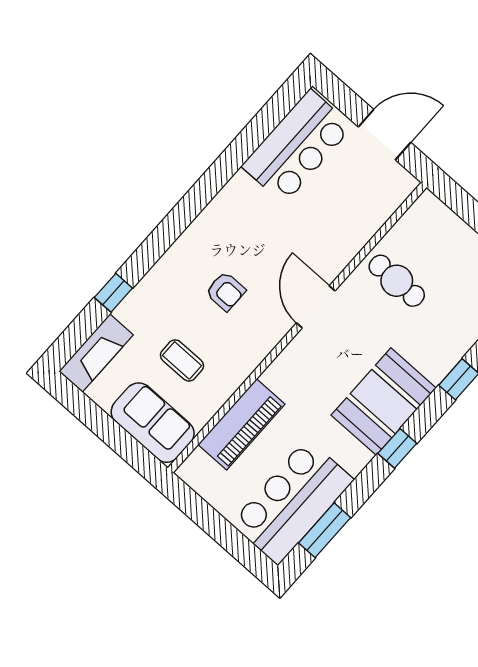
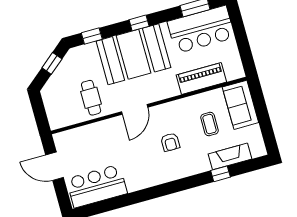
armchair: (226, 291) -> (170, 142), turned 180
fireplace: (96, 353) -> (230, 156), moved
booth: (384, 402) -> (133, 54), width x1.36, depth x1.42

